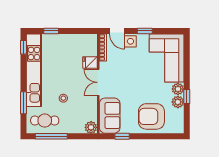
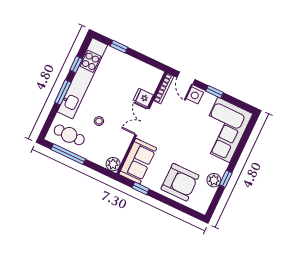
window: (24, 47) -> (76, 64), moved
plant: (178, 89) -> (220, 167), removed
window: (24, 103) -> (63, 92), moved
armchair: (151, 116) -> (180, 182), turned 180

